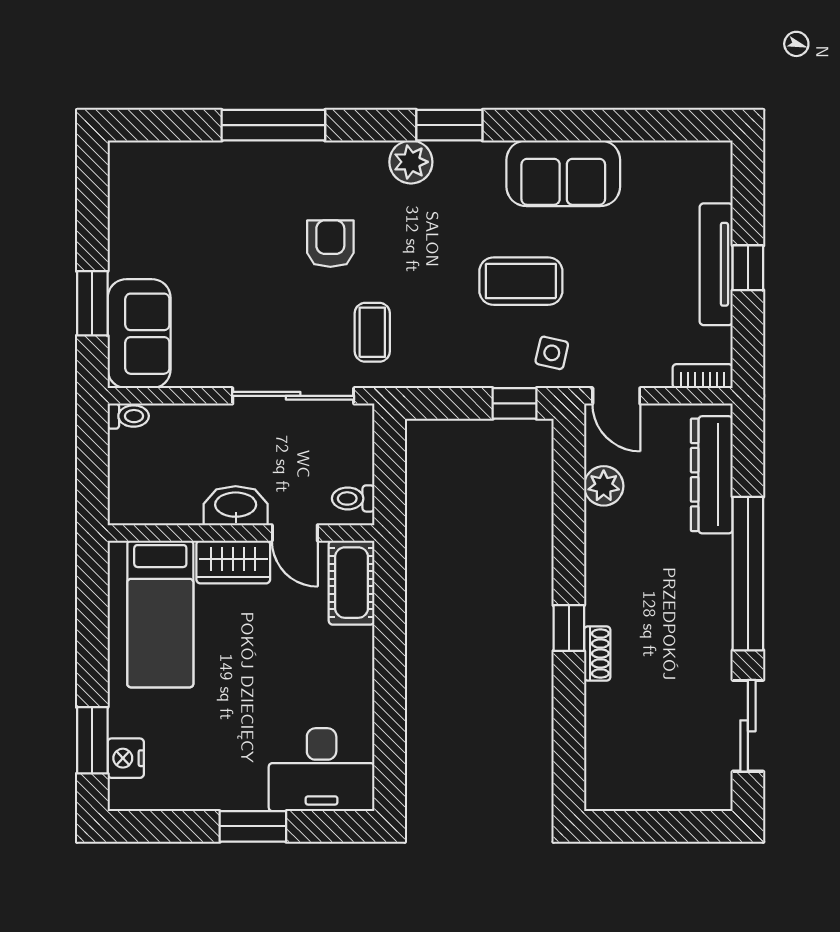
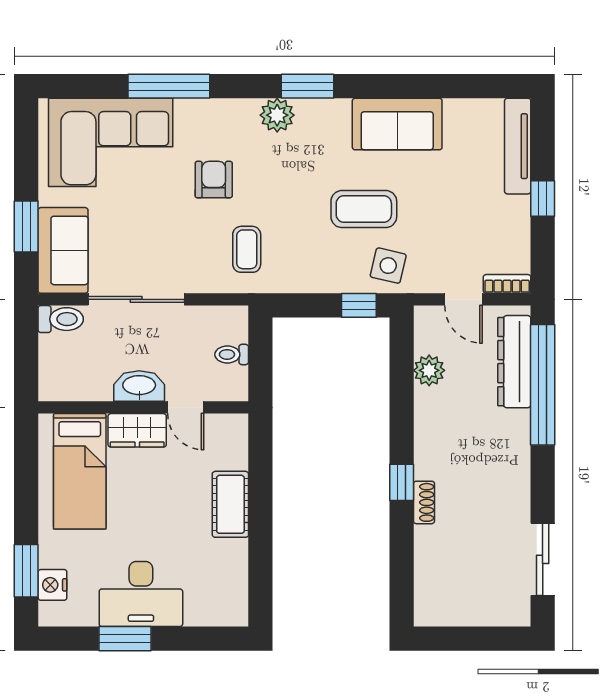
corner sofa: (200, 197) -> (111, 142), added
tv unit: (716, 264) -> (518, 146), moved
side table: (552, 353) -> (388, 266), width x1.37, depth x1.37
sliding door: (293, 396) -> (136, 299), moved
door: (616, 396) -> (464, 299), moved
toilet: (128, 416) -> (61, 319), width x1.37, depth x1.39
toilet: (353, 498) -> (232, 354), moved
window: (748, 574) -> (543, 385), moved
cot: (352, 583) -> (230, 504), moved
desk: (322, 770) -> (141, 594), moved
window: (253, 826) -> (125, 639), moved

